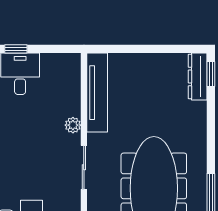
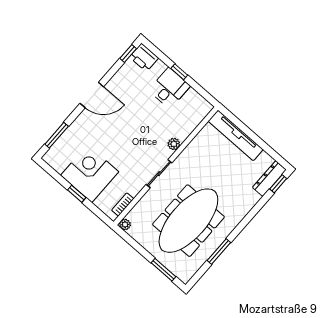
tv unit: (97, 93) -> (236, 135), moved, turned 90

